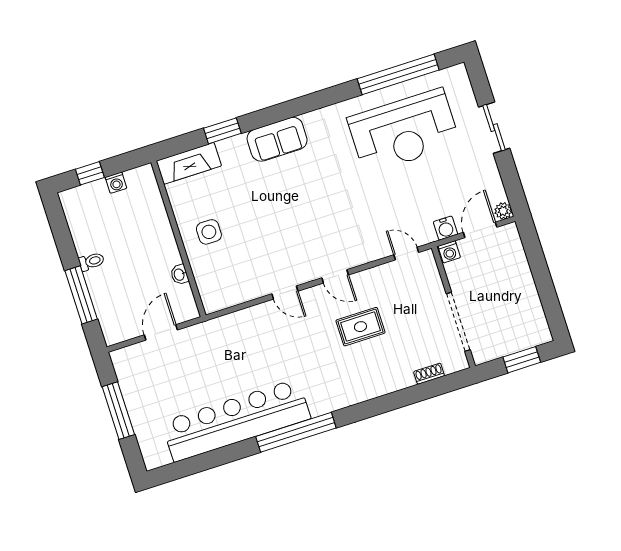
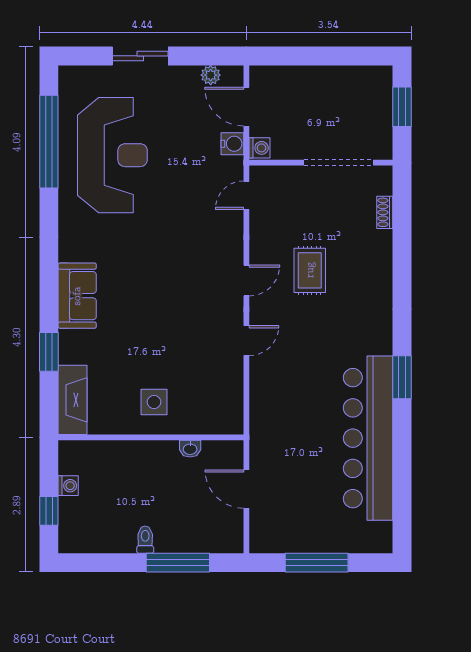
plant: (503, 211) -> (211, 75), moved
window: (296, 432) -> (402, 377), width x0.47

